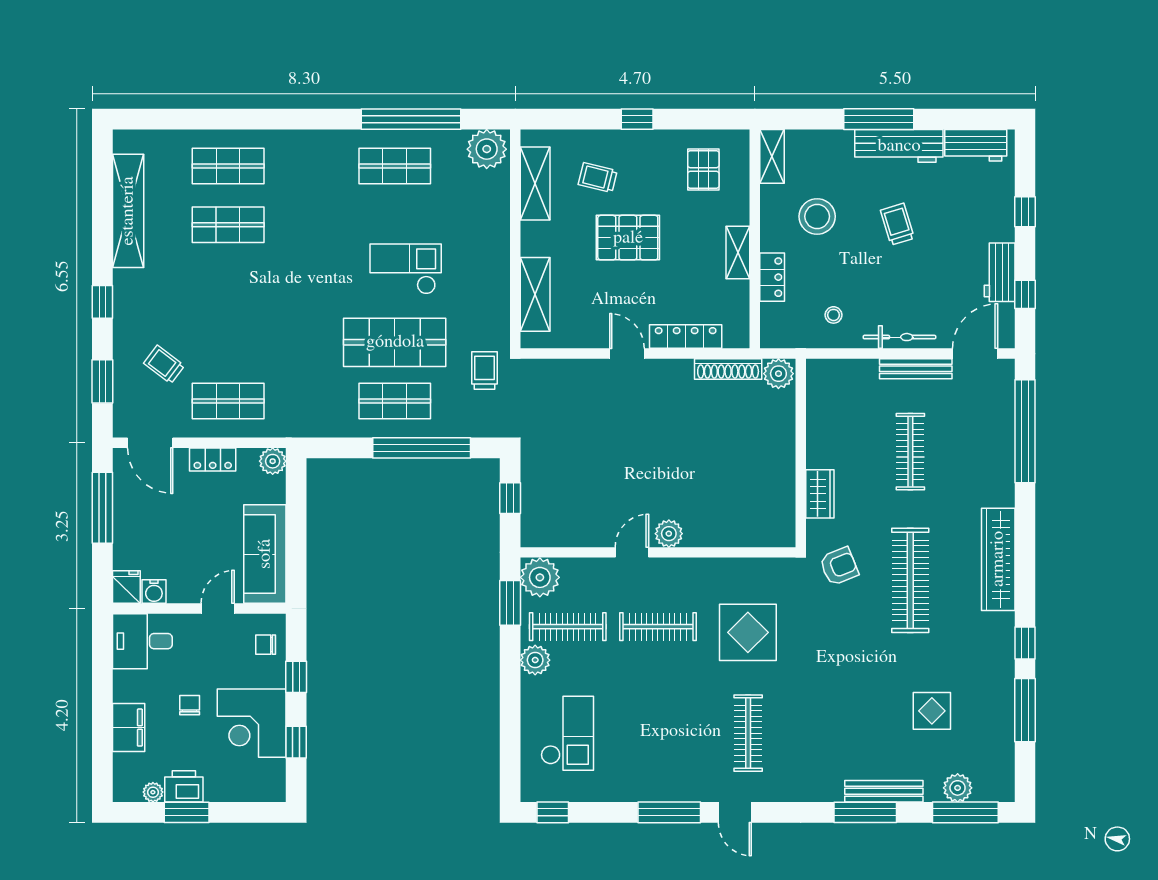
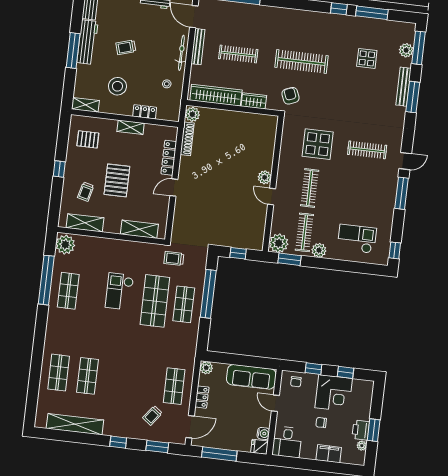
wardrobe: (998, 559) -> (216, 95), moved, turned 180

